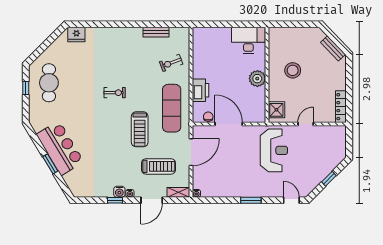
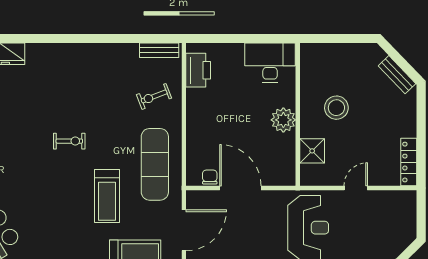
bench: (156, 32) -> (159, 50), moved
printer: (201, 90) -> (198, 70), moved
shower: (276, 110) -> (312, 151), moved

